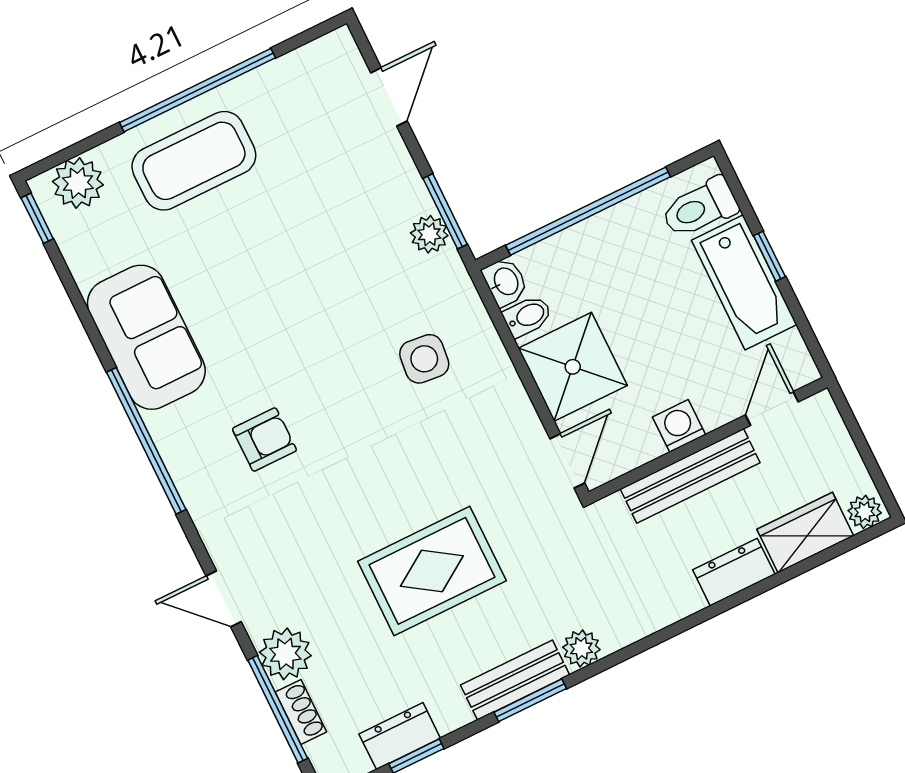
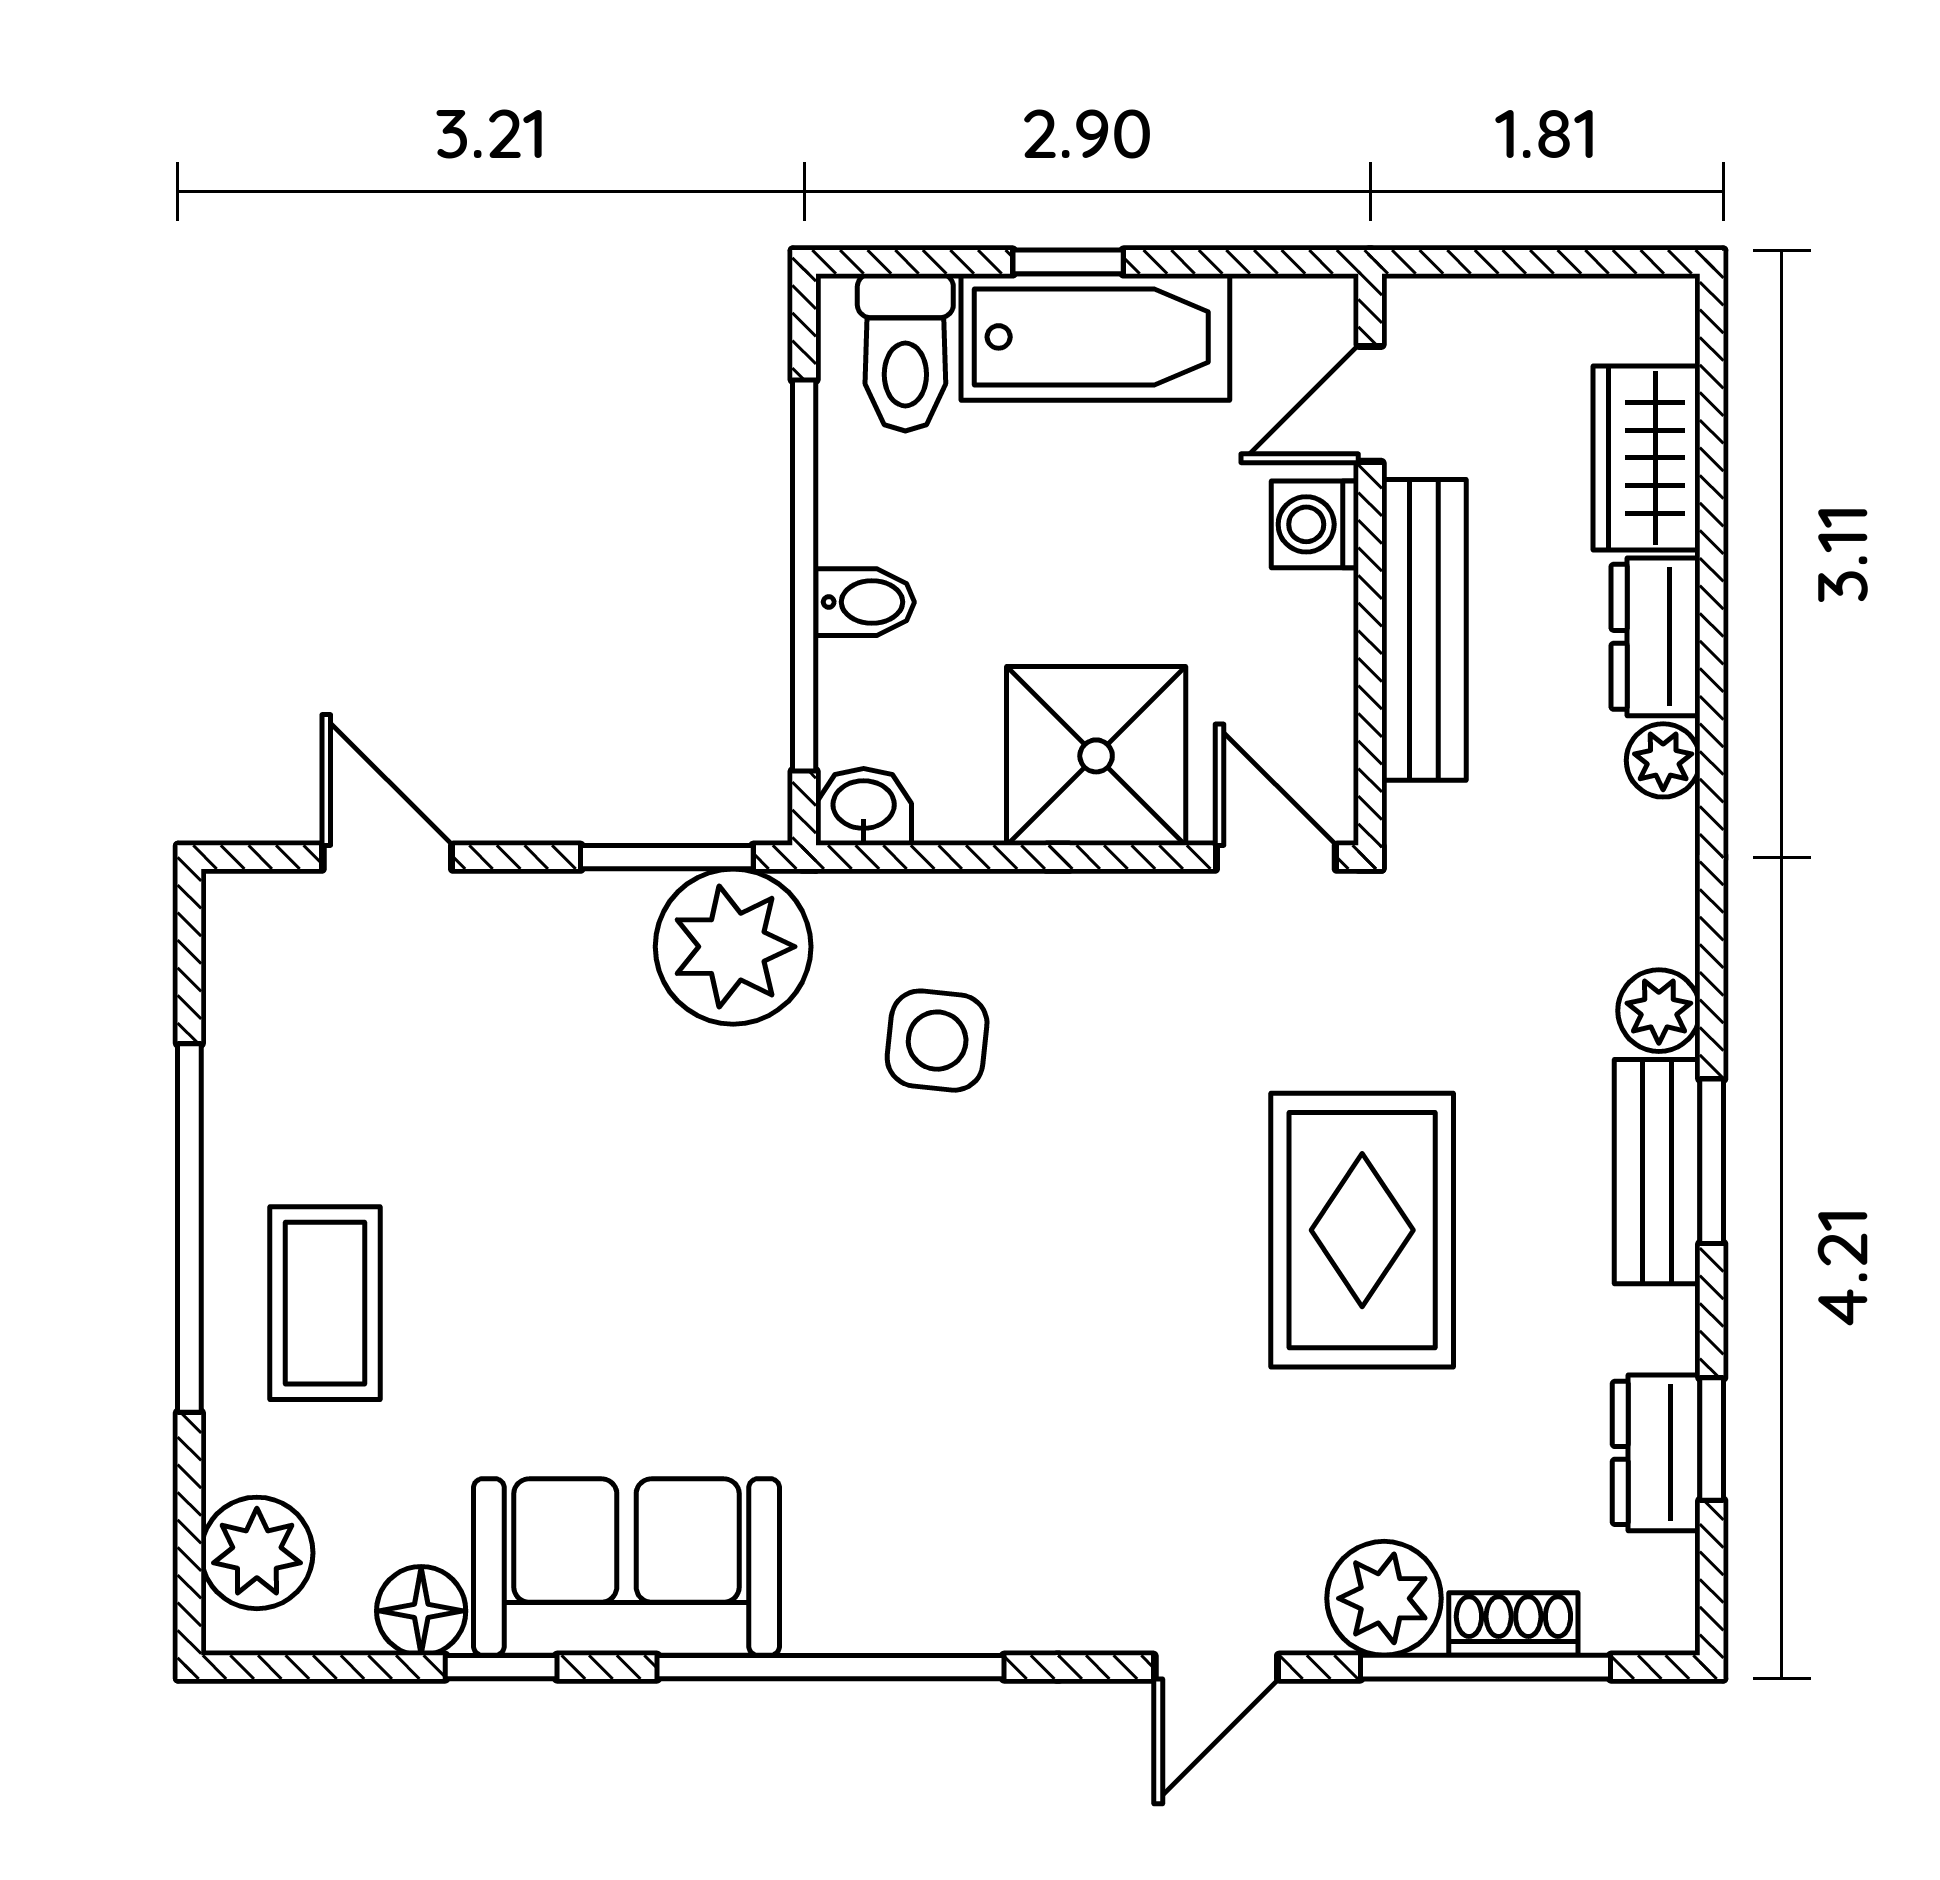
coffee table: (194, 161) -> (325, 1303), width x0.73, depth x0.76
window: (37, 218) -> (501, 1667), moved
plant: (429, 234) -> (733, 947), width x1.88, depth x1.88
floor lamp: (87, 262) -> (421, 1611), added
bidet: (527, 316) -> (865, 602), moved, turned 90
door: (772, 408) -> (1370, 404), hinge flipped
washing machine: (679, 426) -> (1315, 524), moved
armchair: (264, 440) -> (942, 1433), removed
plant: (865, 512) -> (1663, 760), moved

